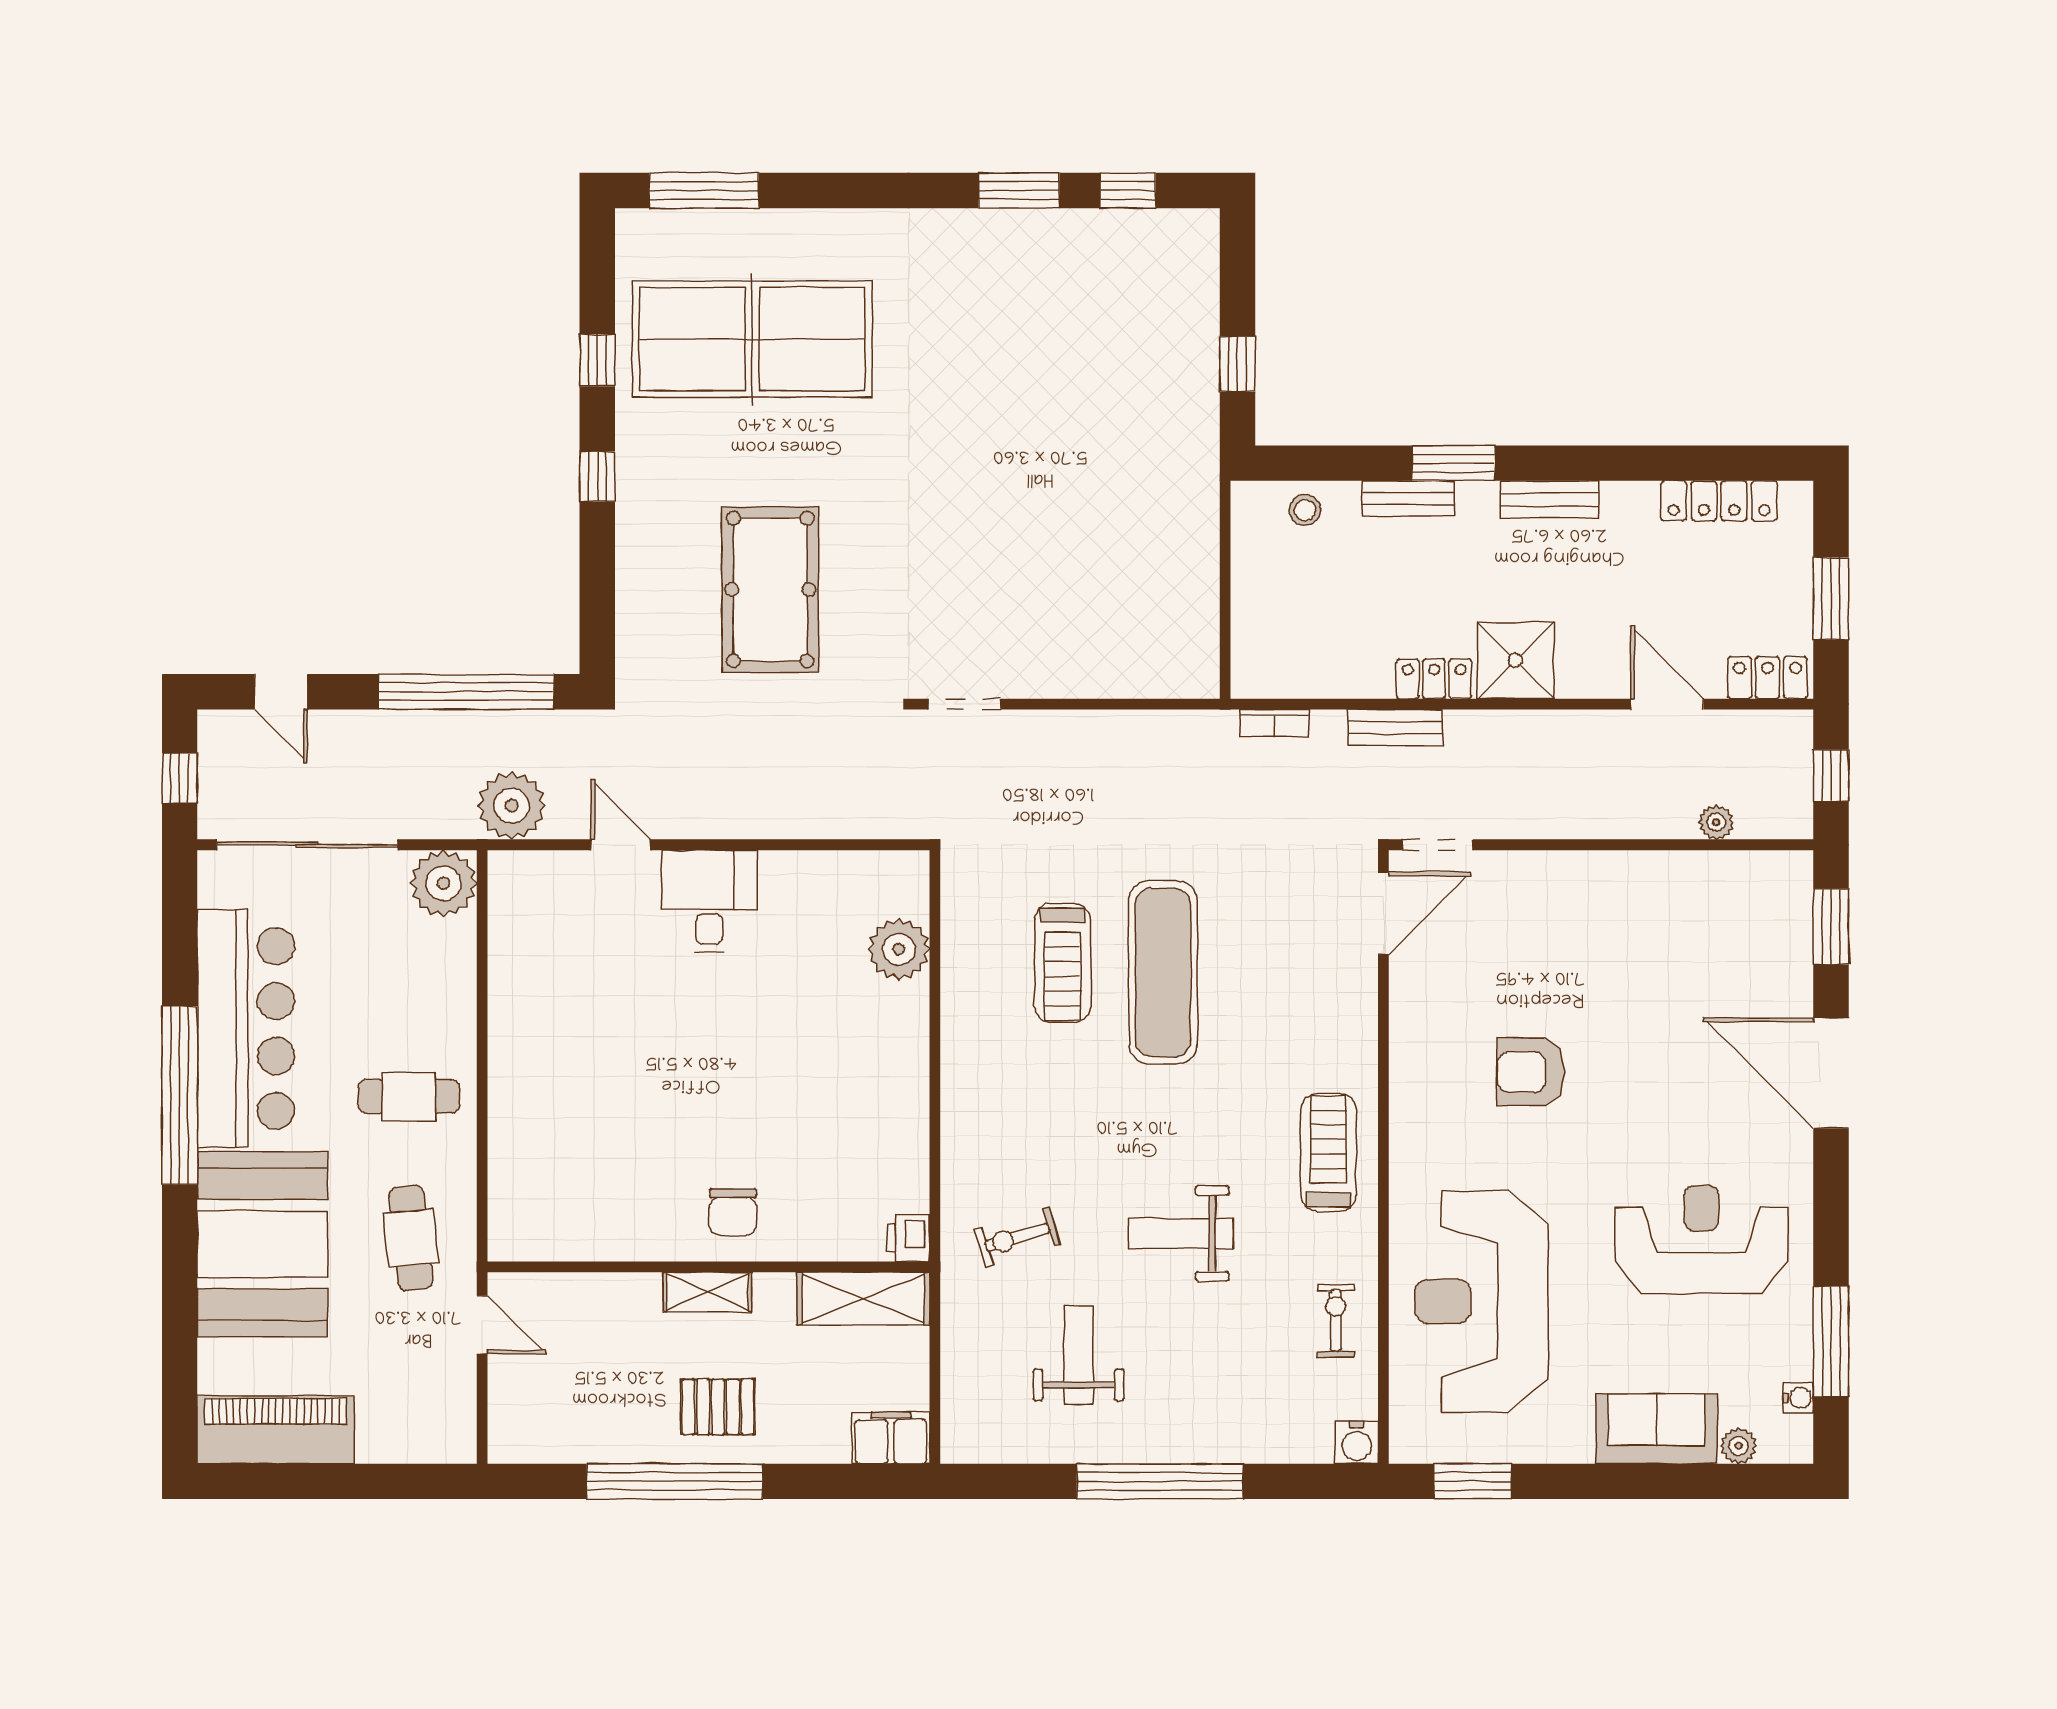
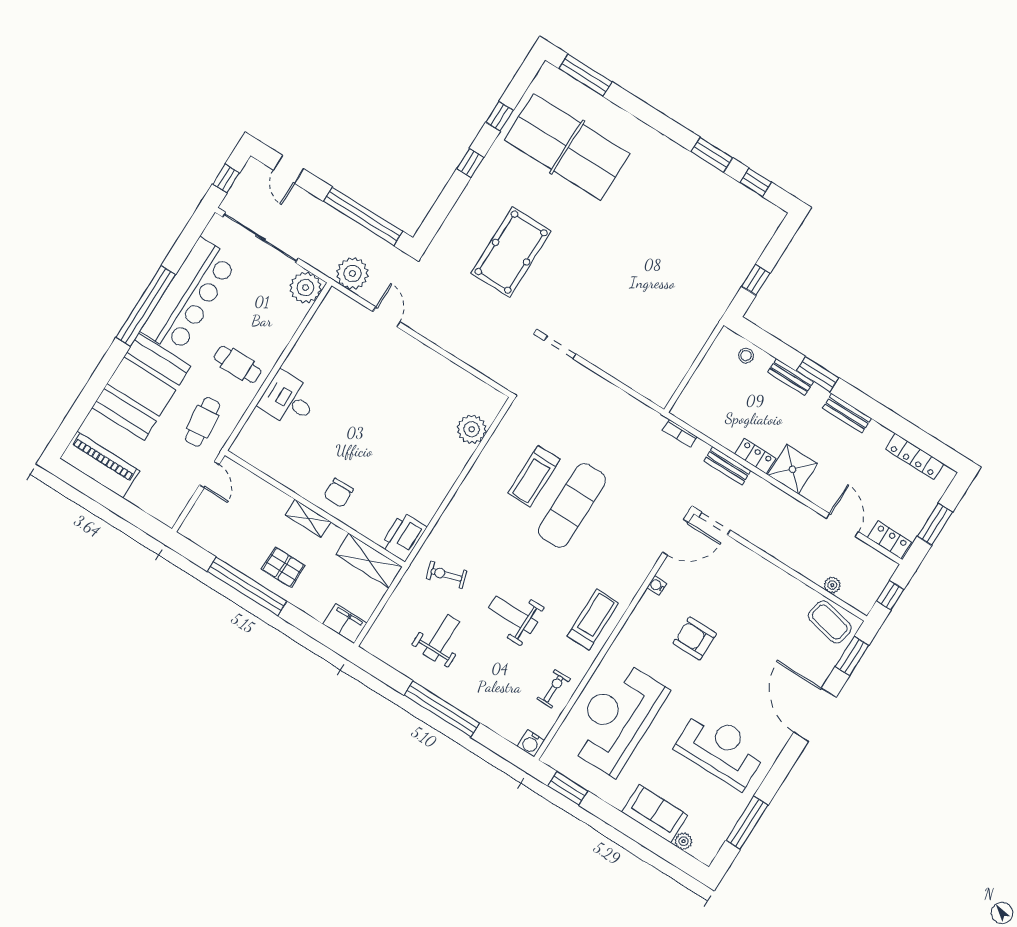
coffee table: (1753, 891) -> (830, 622), added
desk: (709, 901) -> (288, 400), moved, turned -90
printer: (908, 1238) -> (404, 537), width x1.87, depth x1.48
water cooler: (1798, 1398) -> (657, 585), moved, turned 180

